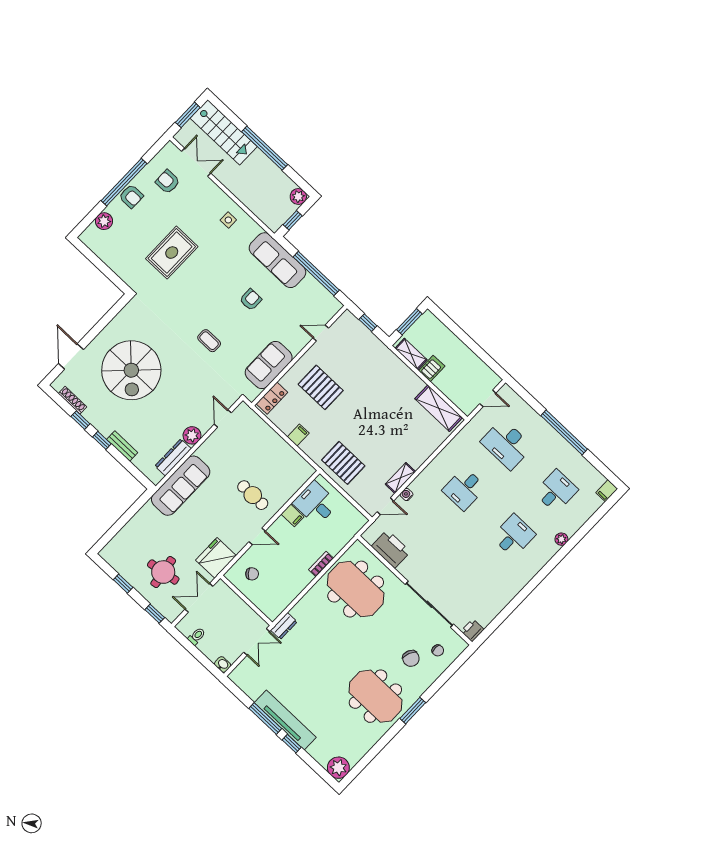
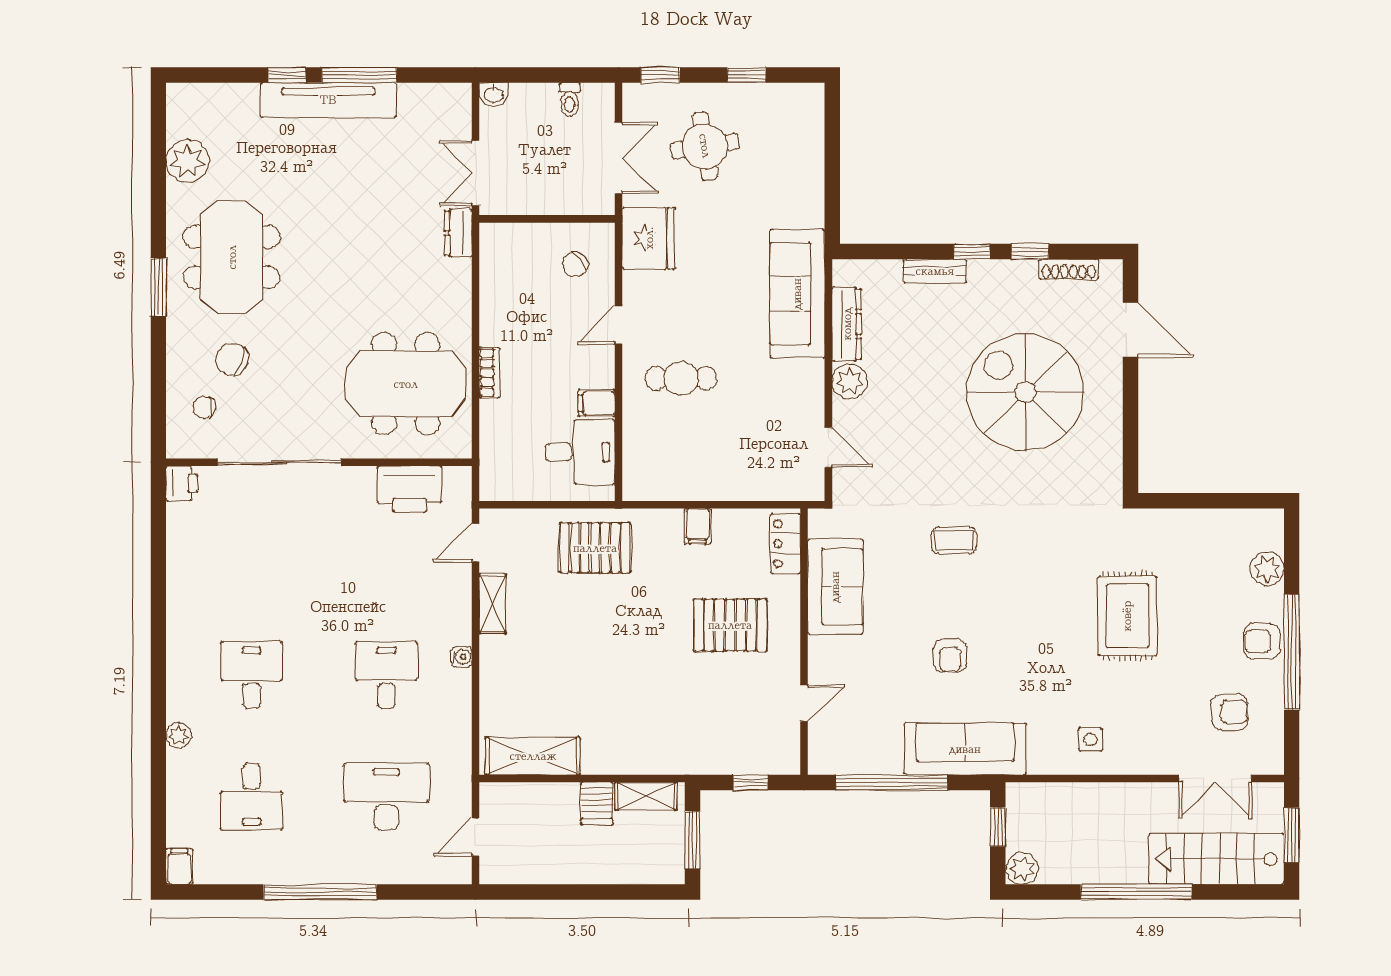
water cooler: (407, 494) -> (461, 657), moved
desk: (514, 536) -> (252, 675), turned 180
meeting table: (375, 696) -> (232, 257), turned 90
plant: (338, 768) -> (187, 161), moved

